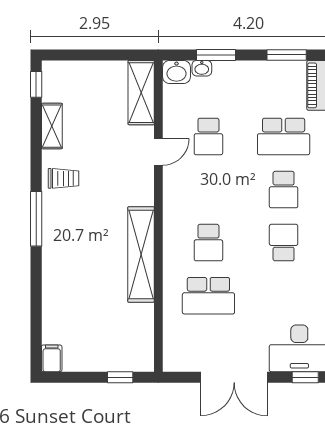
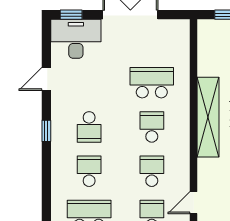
school desk: (208, 190) -> (152, 171), added

